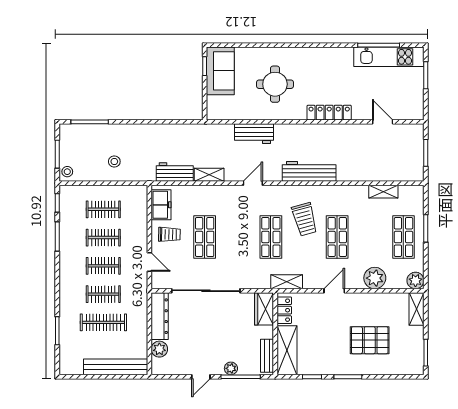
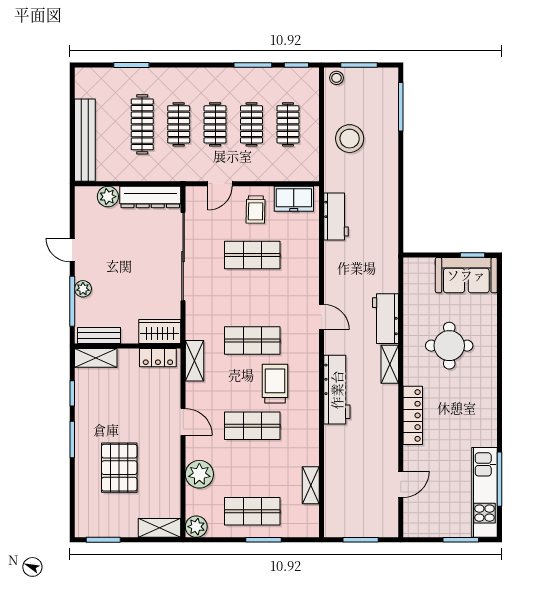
stool: (114, 162) -> (350, 139), width x1.89, depth x1.89
shelving: (209, 175) -> (390, 364), moved
trolley: (305, 219) -> (275, 384), turned 105
shelving: (287, 350) -> (96, 358), width x0.67, depth x0.75

